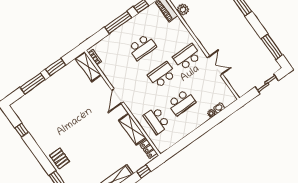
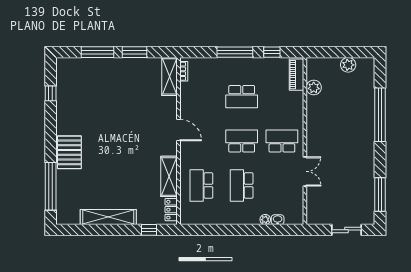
door: (118, 96) -> (178, 130), swing flipped
school desk: (182, 103) -> (242, 185), turned 90
pallet: (60, 158) -> (69, 152), width x1.50, depth x1.42

